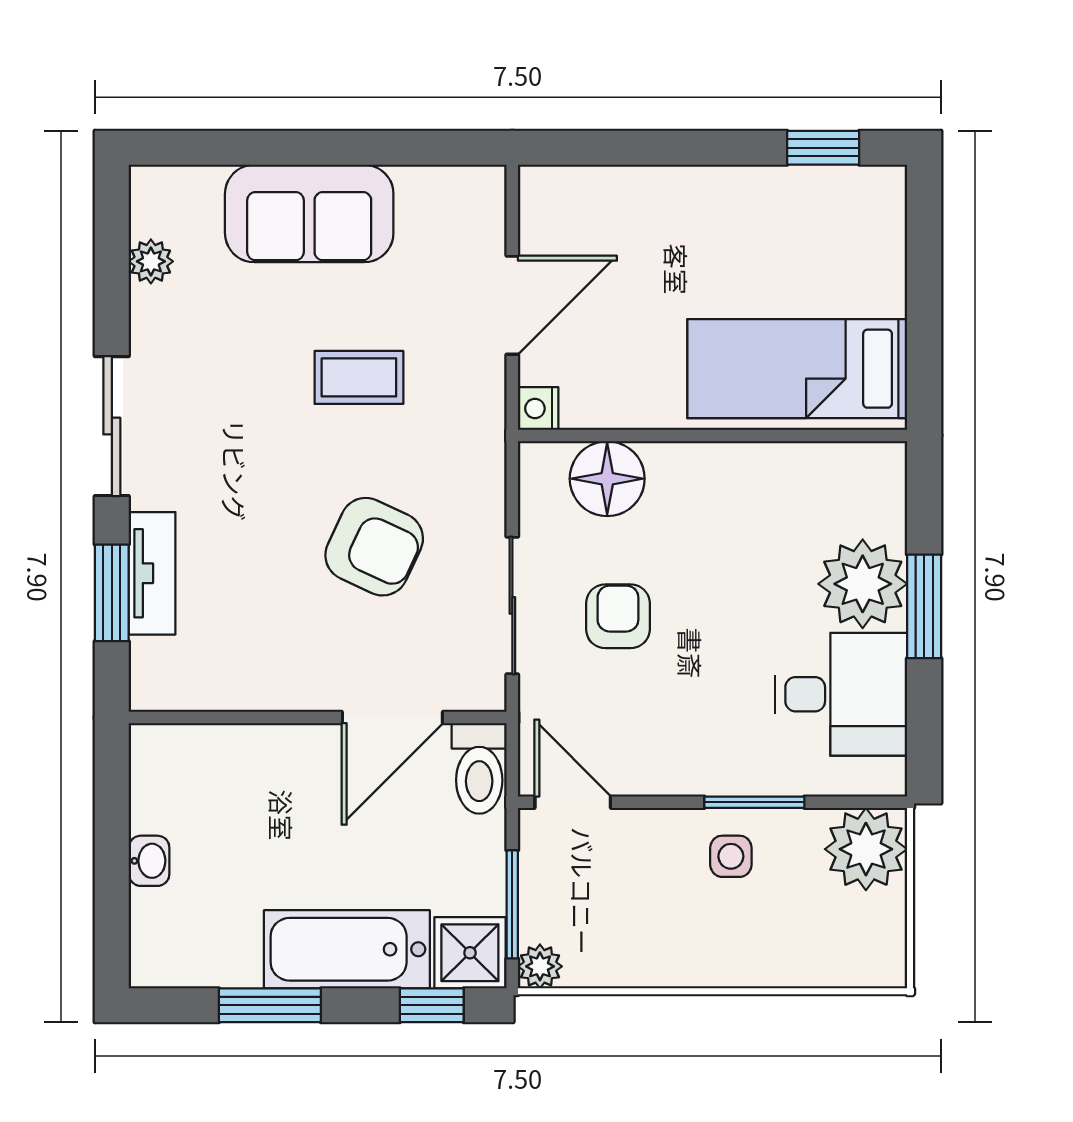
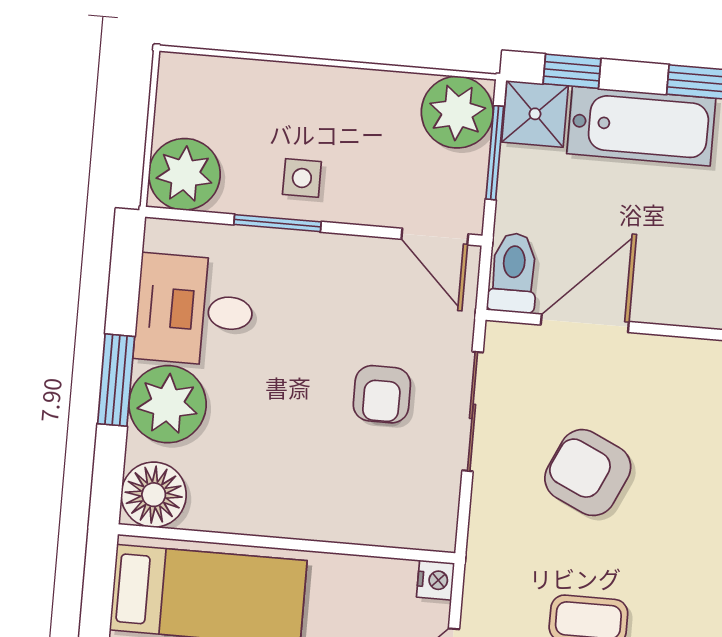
floor lamp: (607, 479) -> (154, 495), moved
plant: (540, 966) -> (457, 112), width x1.87, depth x1.87

